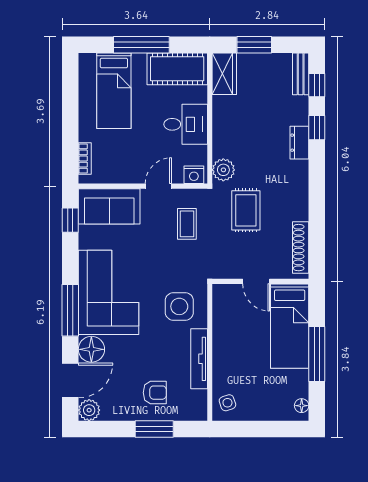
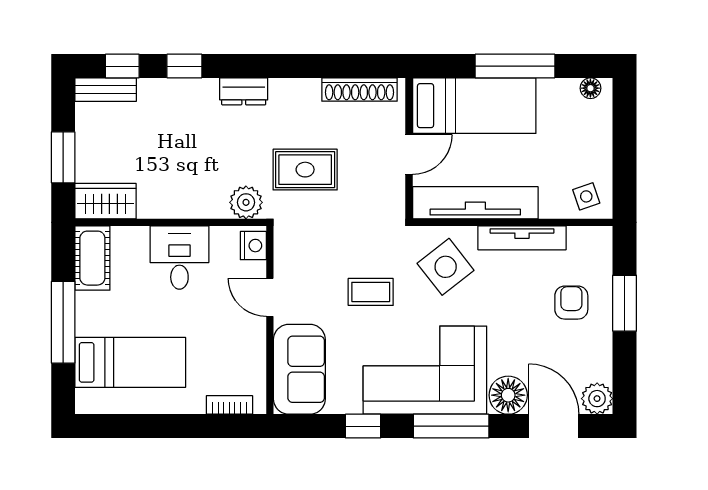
cot: (177, 69) -> (92, 258), width x0.73, depth x0.75
dresser: (299, 143) -> (244, 91), moved
window: (70, 220) -> (363, 426), moved
coffee table: (187, 224) -> (371, 292), moved
side table: (179, 306) -> (446, 267), turned -38
tv unit: (223, 327) -> (475, 203), added

